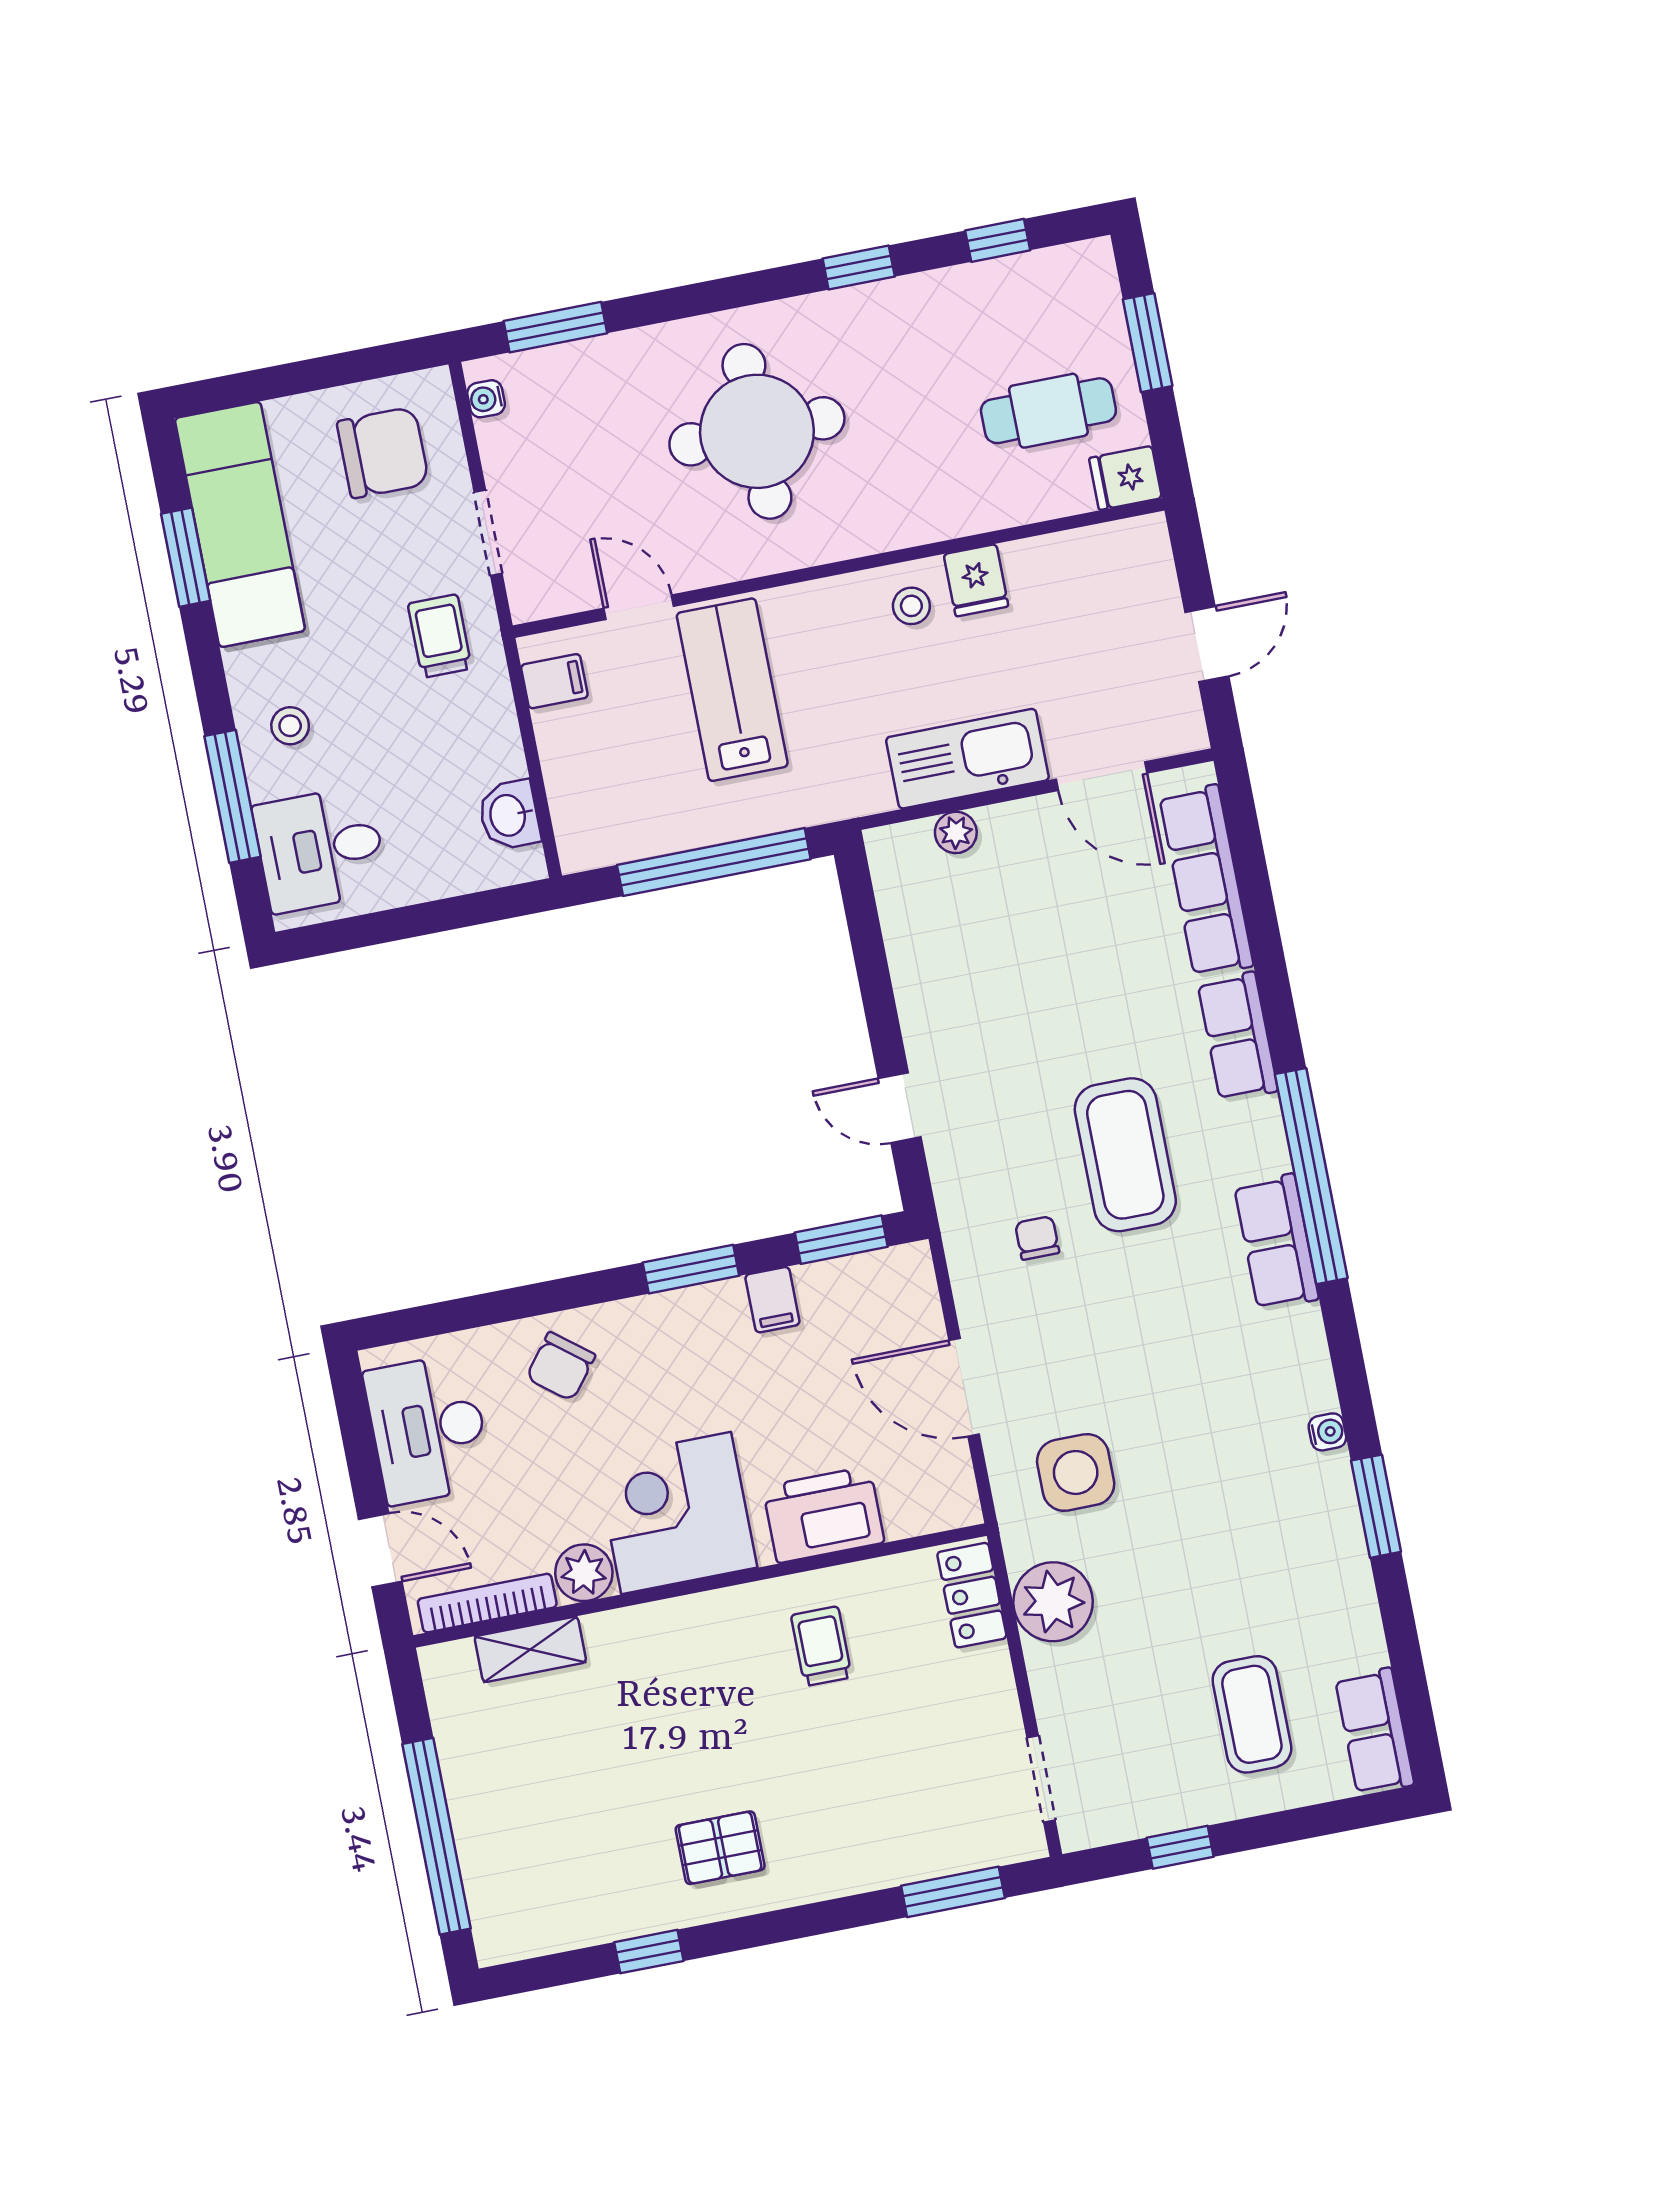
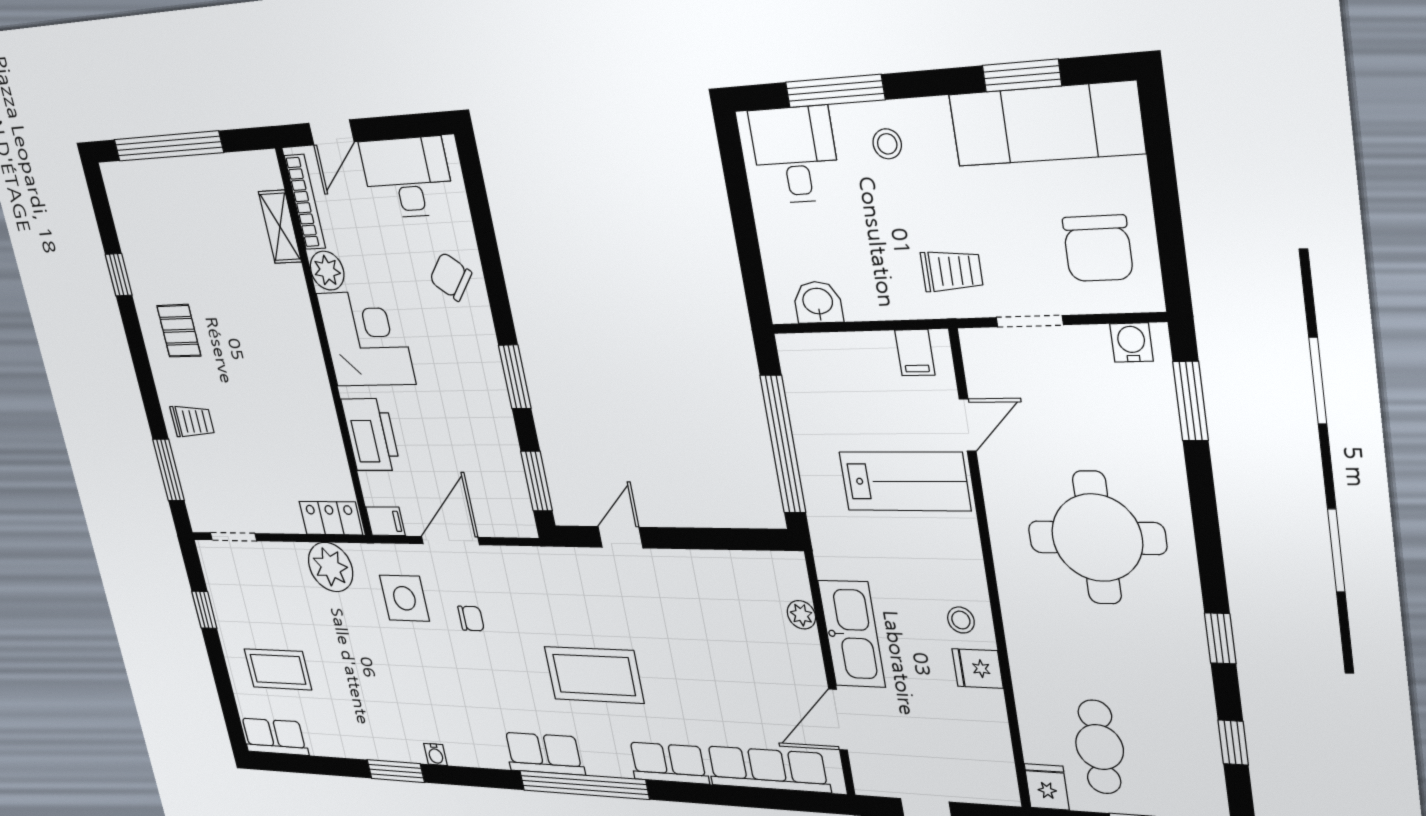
water cooler: (486, 399) -> (1132, 342), width x1.38, depth x1.38
chair: (1037, 1238) -> (471, 618), moved
filing cabinet: (772, 1300) -> (385, 521), moved, turned 180
trolley: (821, 1646) -> (192, 421), moved

